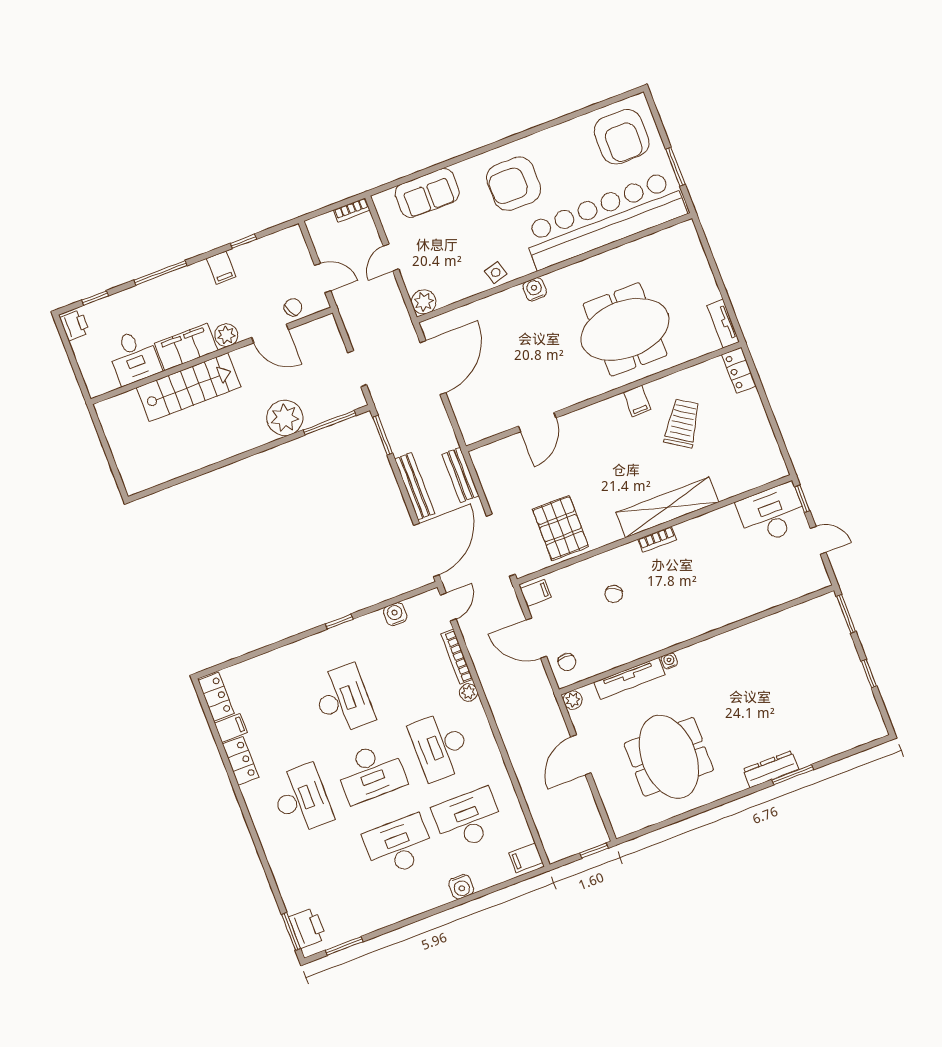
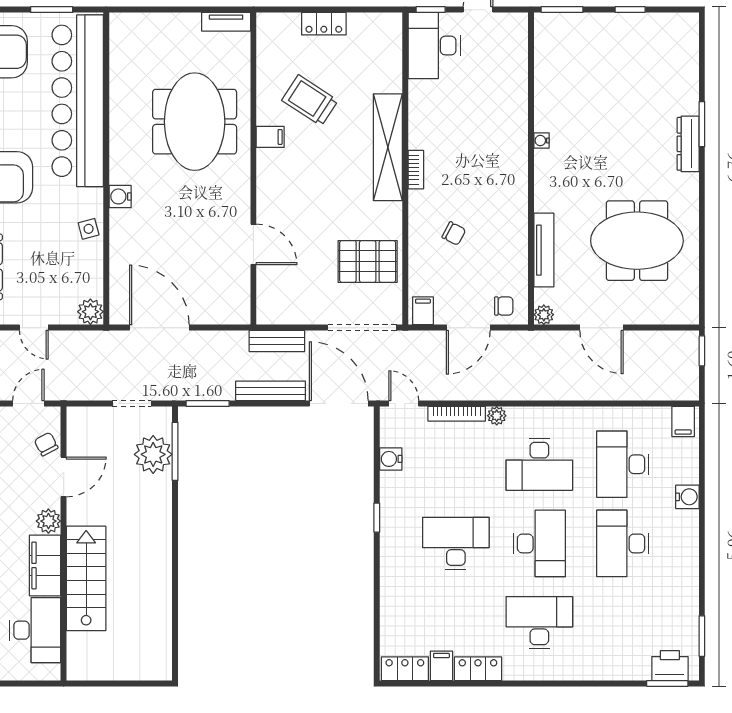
desk: (134, 357) -> (35, 630), width x1.37
locker: (739, 370) -> (324, 24), moved
plant: (285, 418) -> (153, 454), moved
water cooler: (669, 661) -> (542, 140), moved

